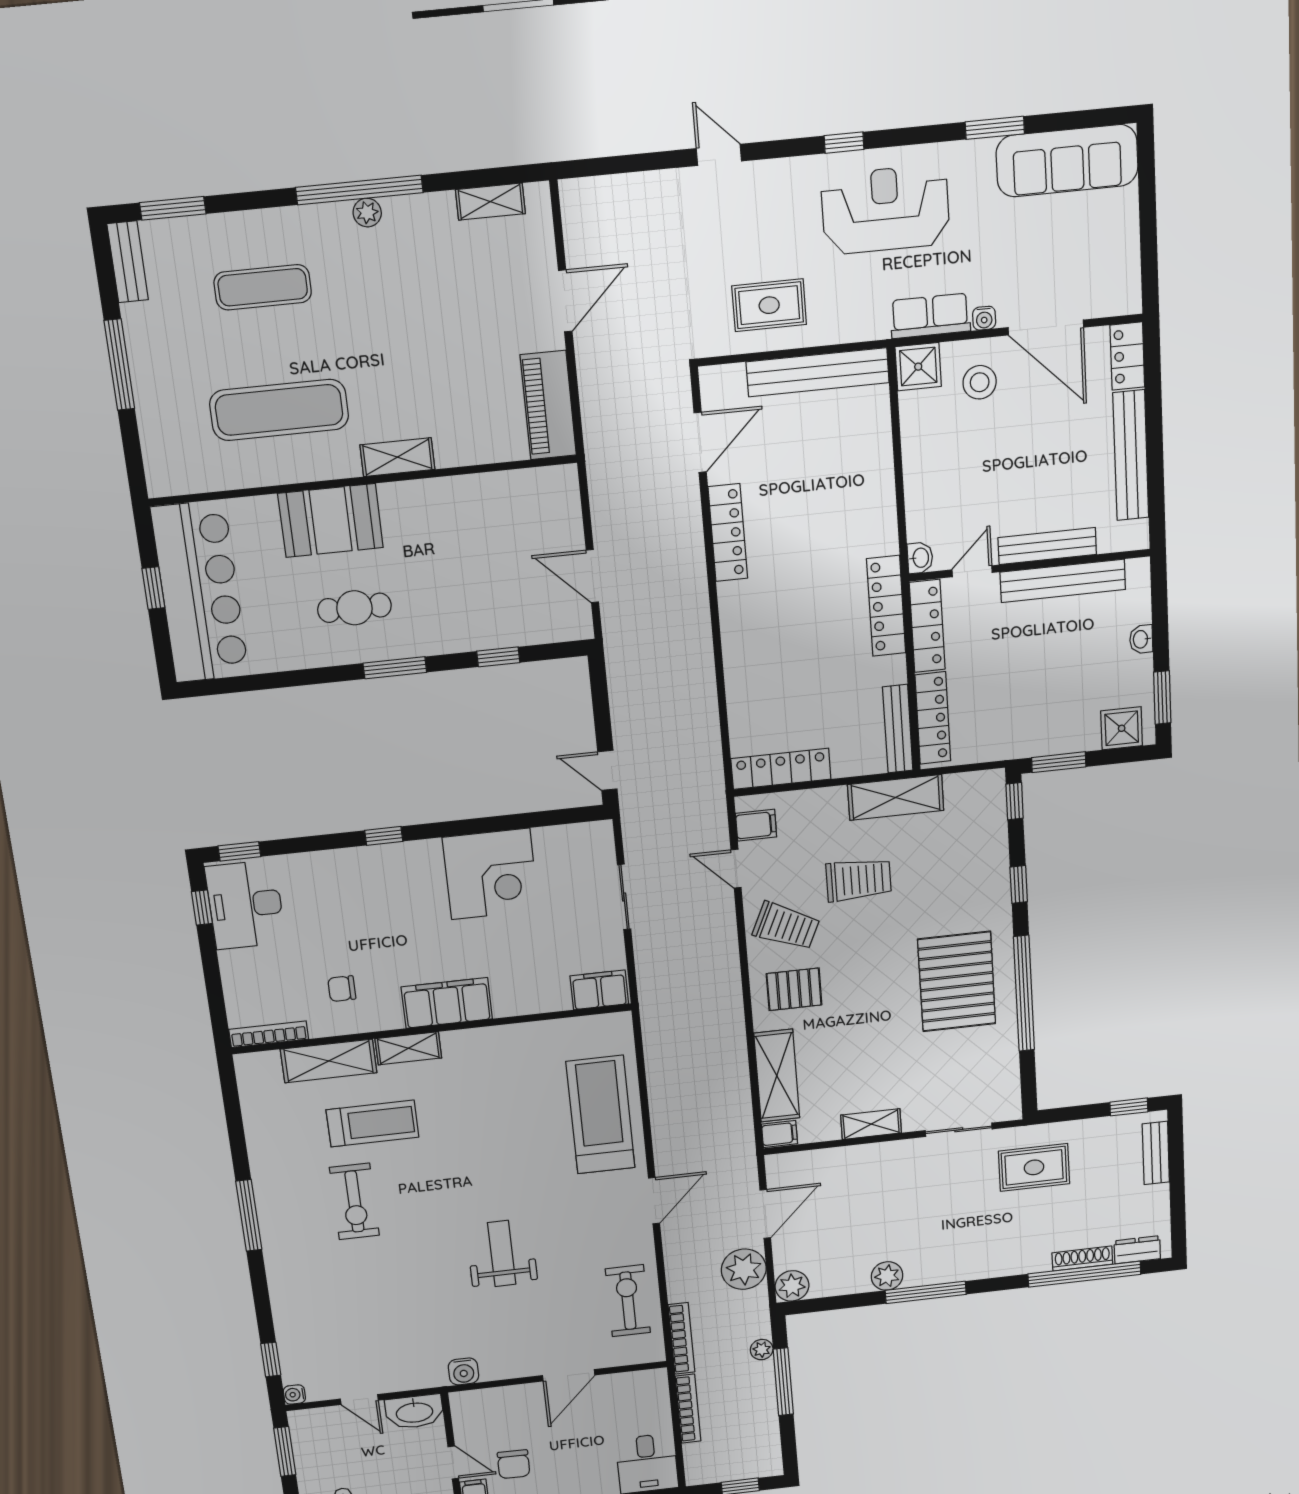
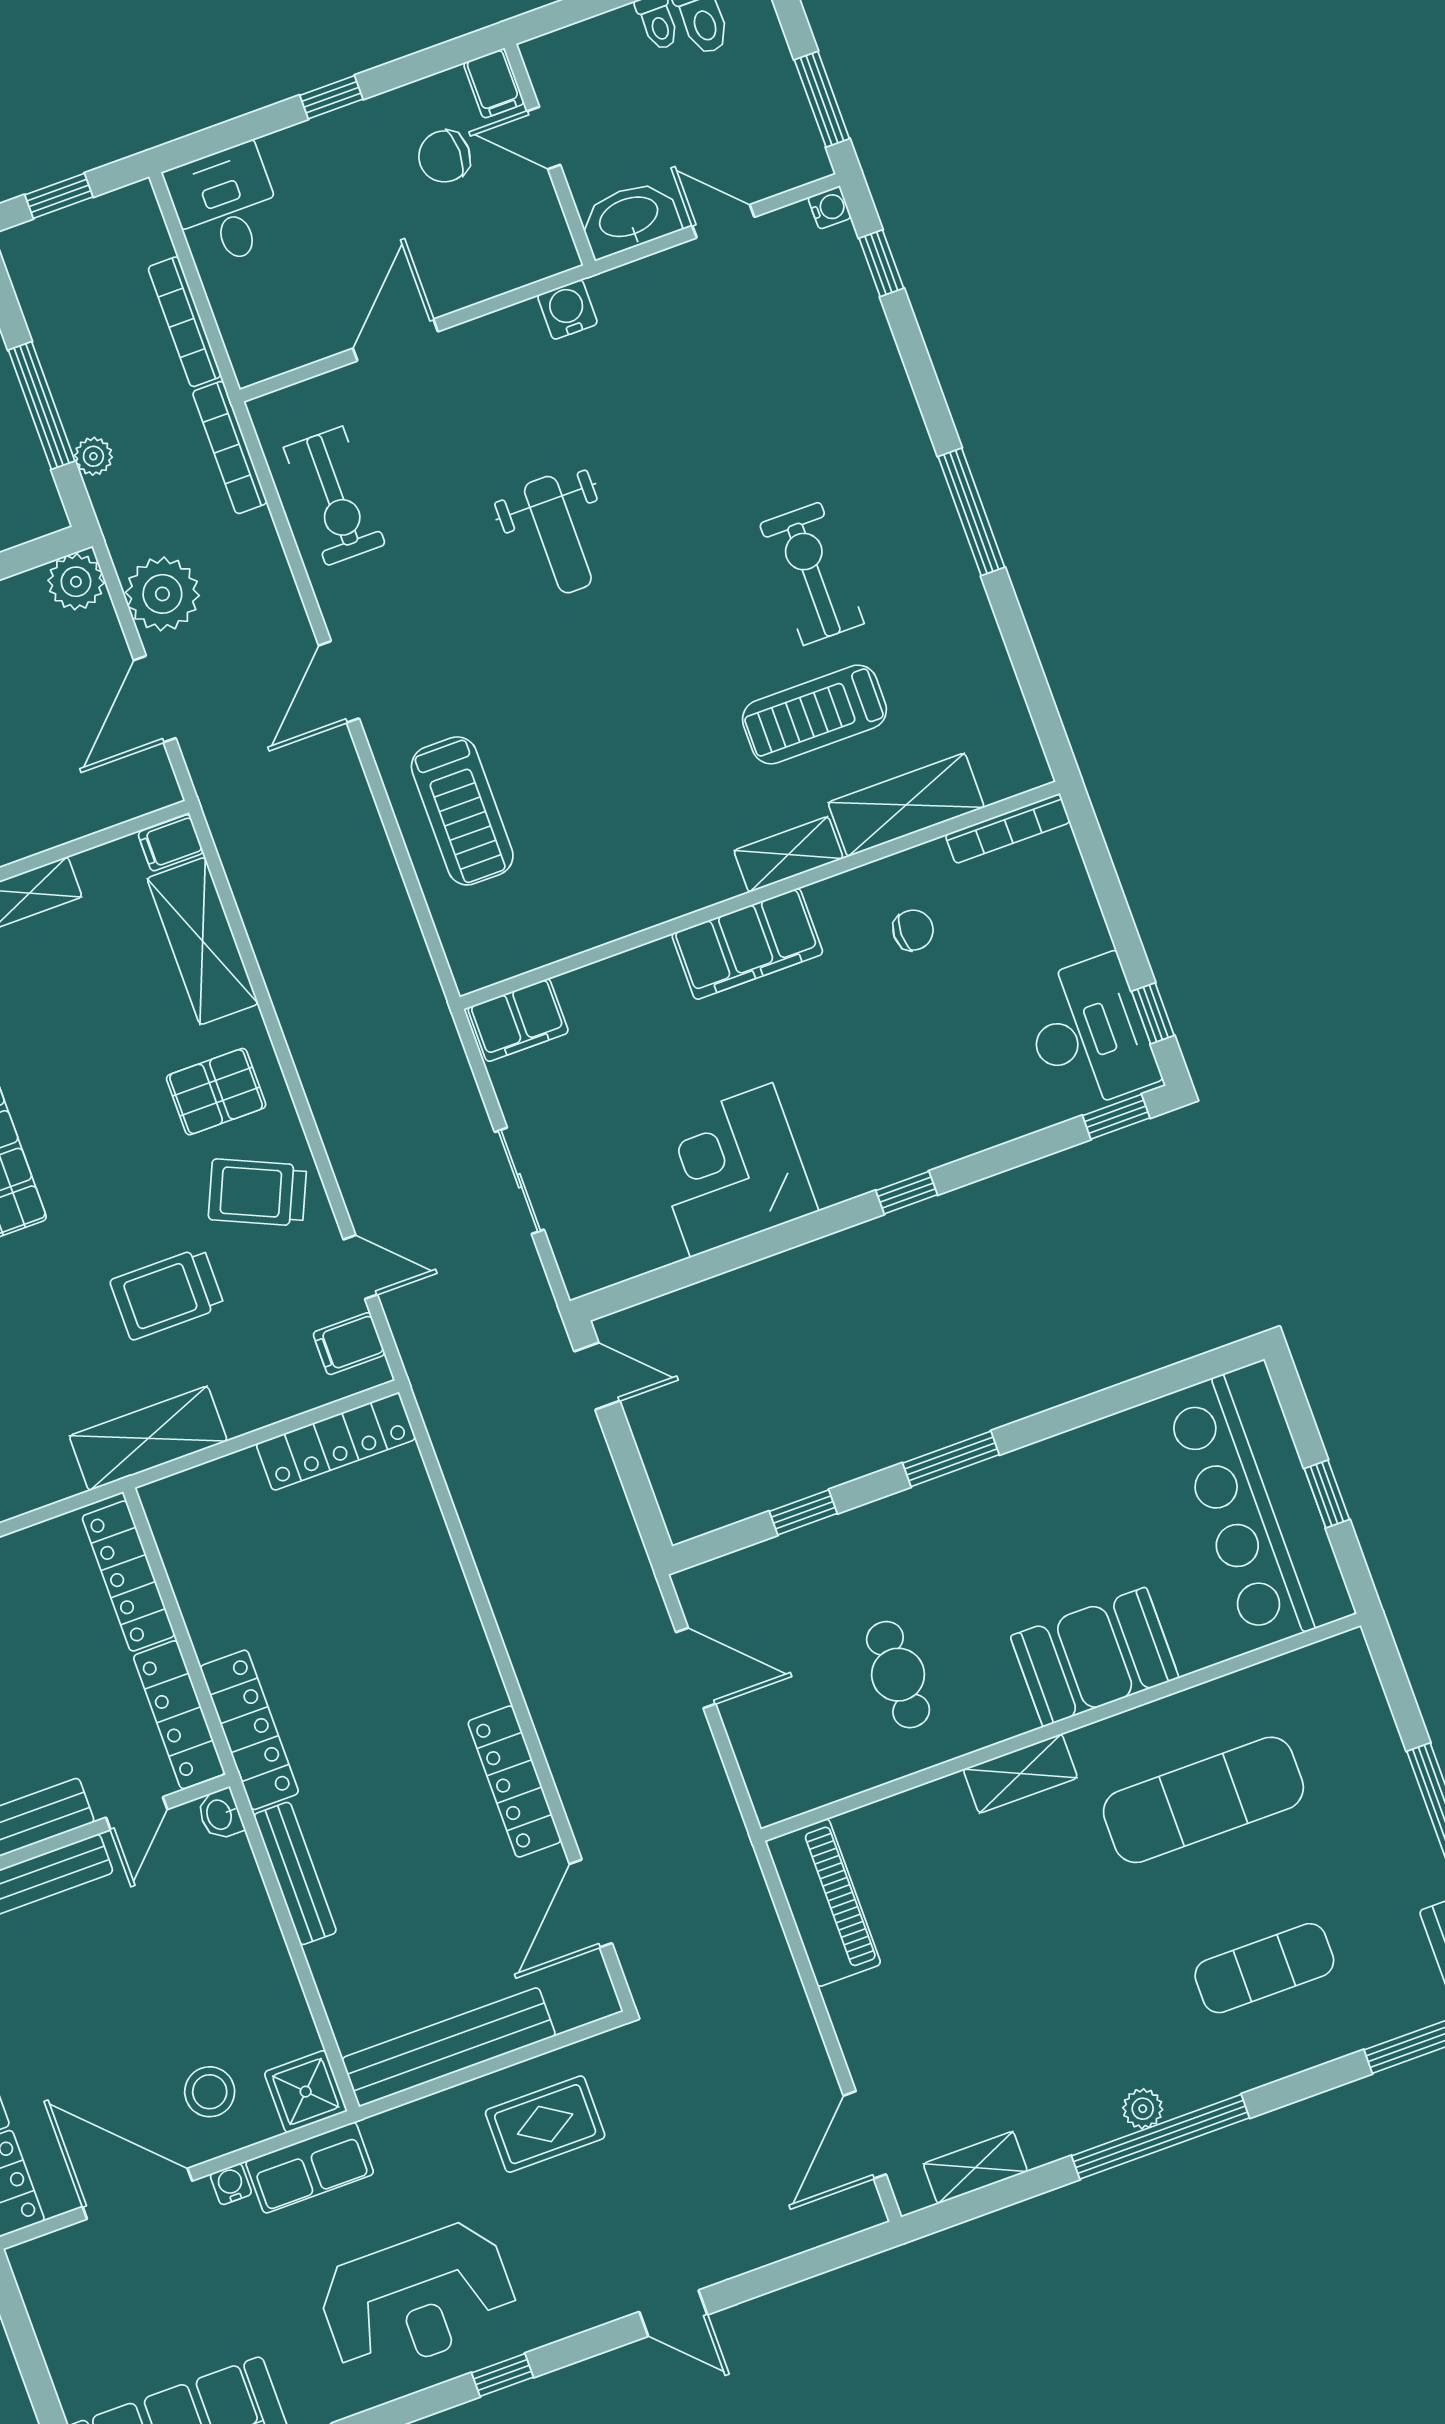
door: (565, 301) -> (865, 2135), moved
cafe table: (354, 608) -> (898, 1675), moved, turned 90
bench: (898, 729) -> (295, 1873), moved
treadmill: (601, 1115) -> (462, 811), width x0.73, depth x0.73
chair: (514, 1464) -> (444, 156), turned -91

